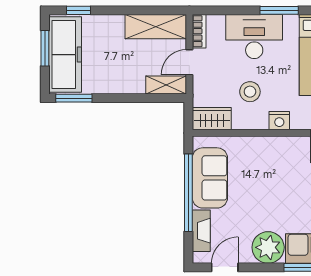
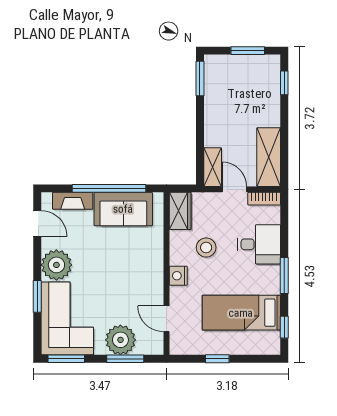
desk: (254, 36) -> (259, 244), width x0.73
freezer: (65, 55) -> (242, 70), removed

